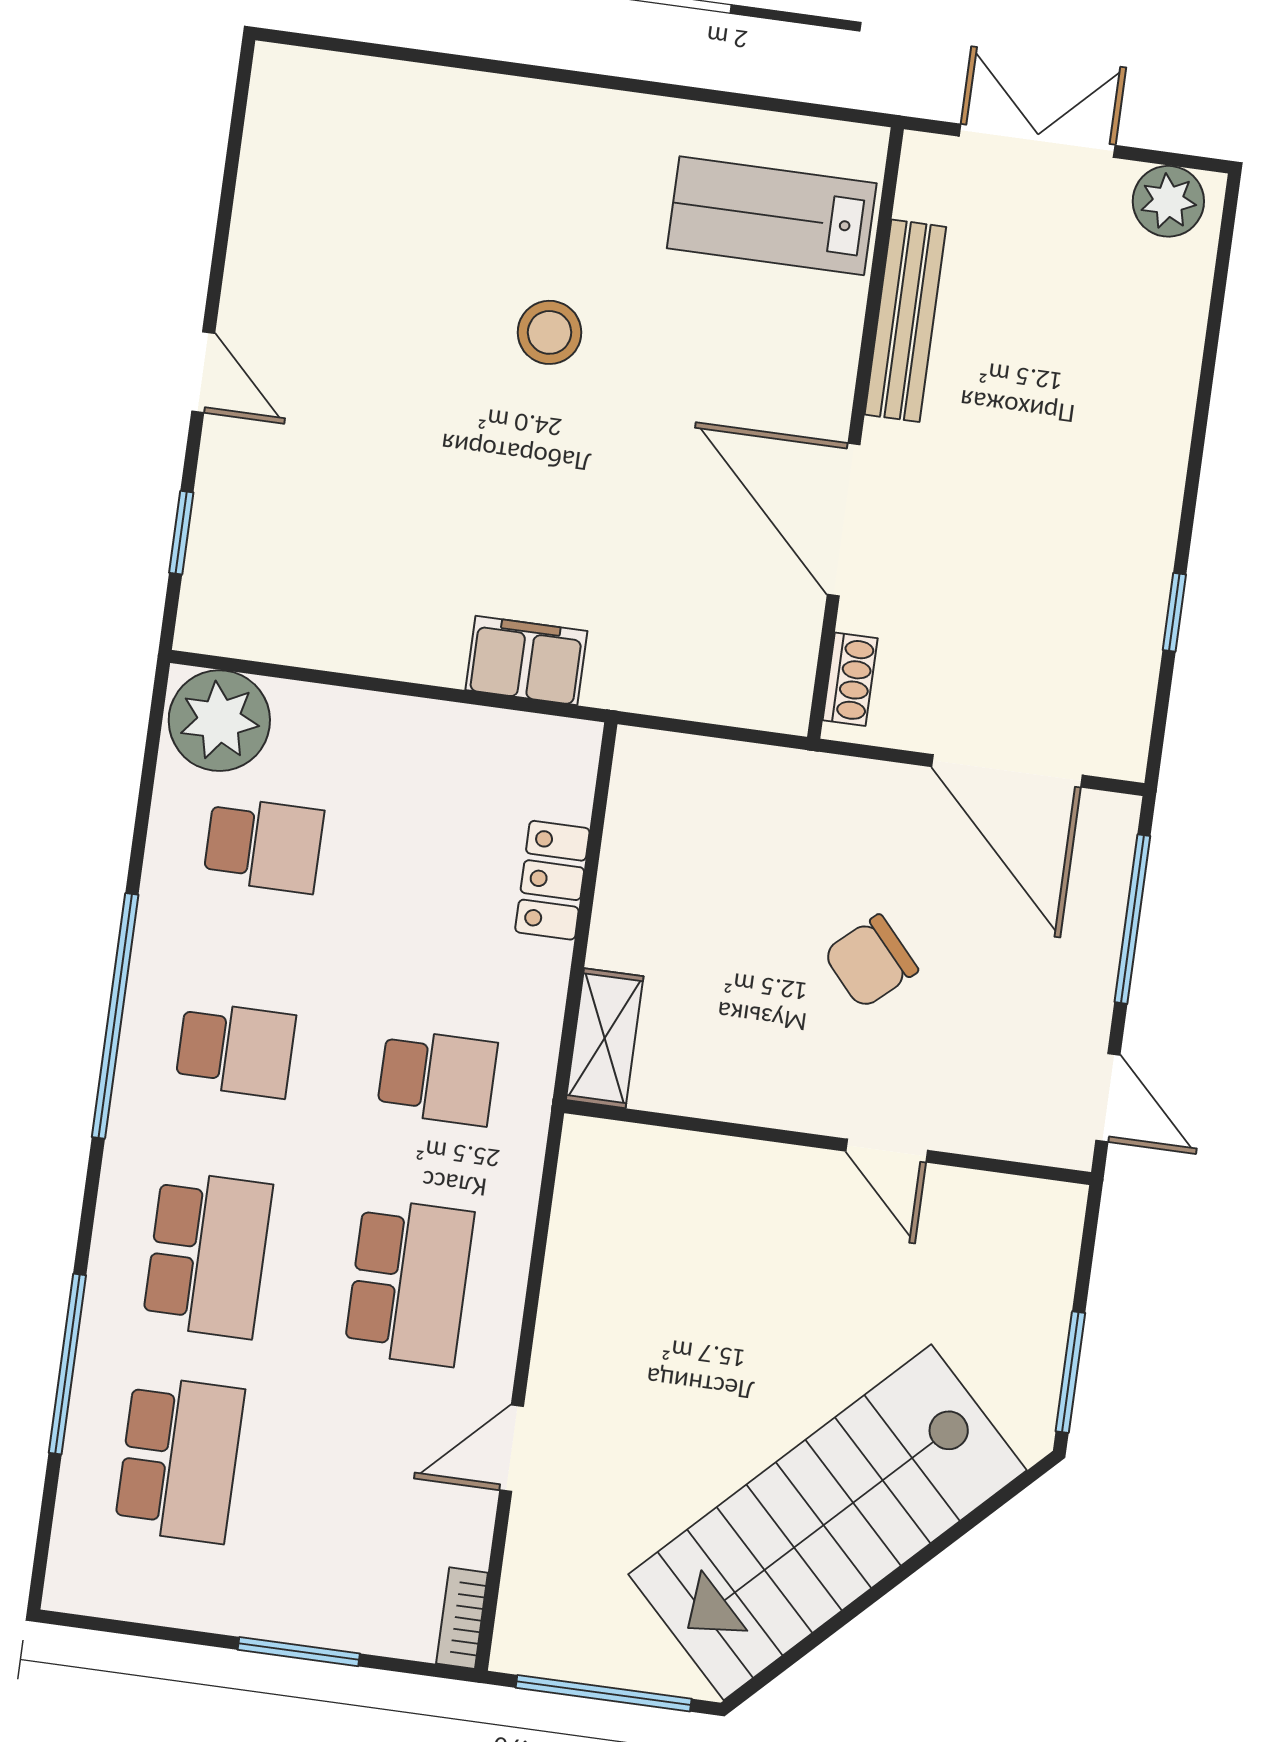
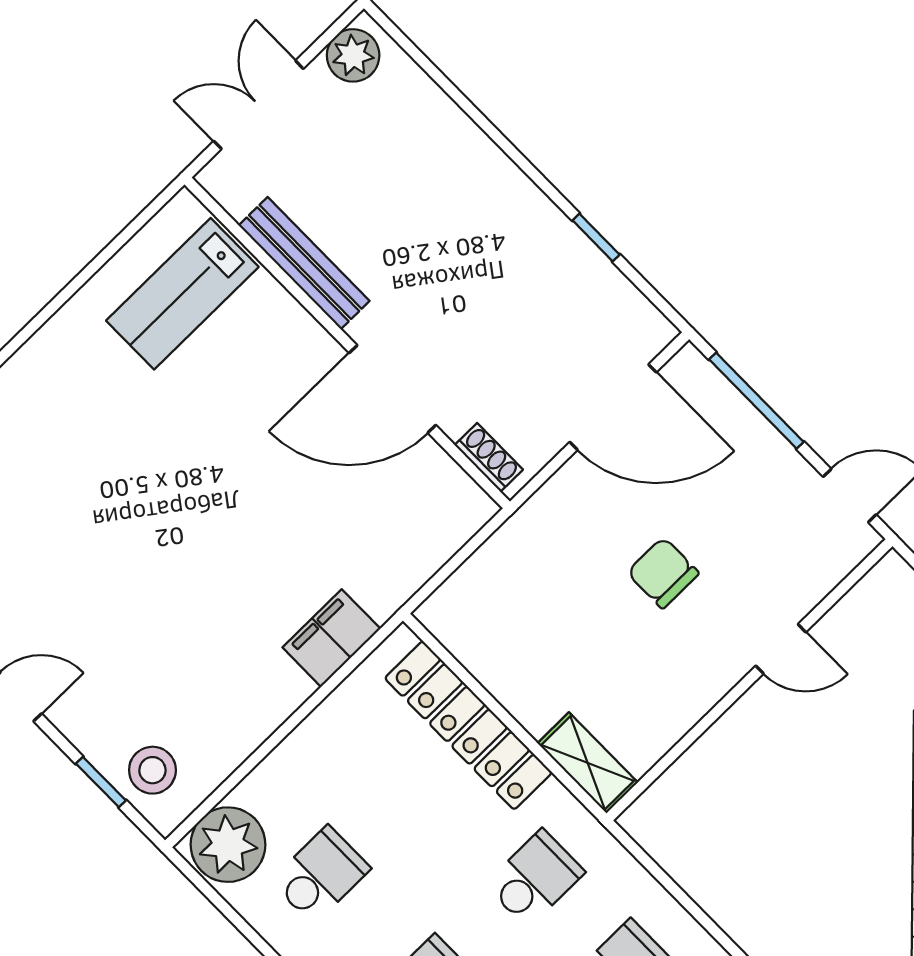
stool: (549, 332) -> (152, 770), moved
locker: (552, 880) -> (468, 725), width x2.16, depth x1.21
chair: (871, 962) -> (663, 573), turned 132

